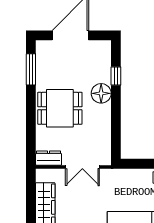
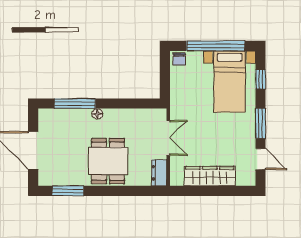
window: (116, 76) -> (75, 104), width x2.17
floor lamp: (101, 93) -> (97, 114), width x0.53, depth x0.53

